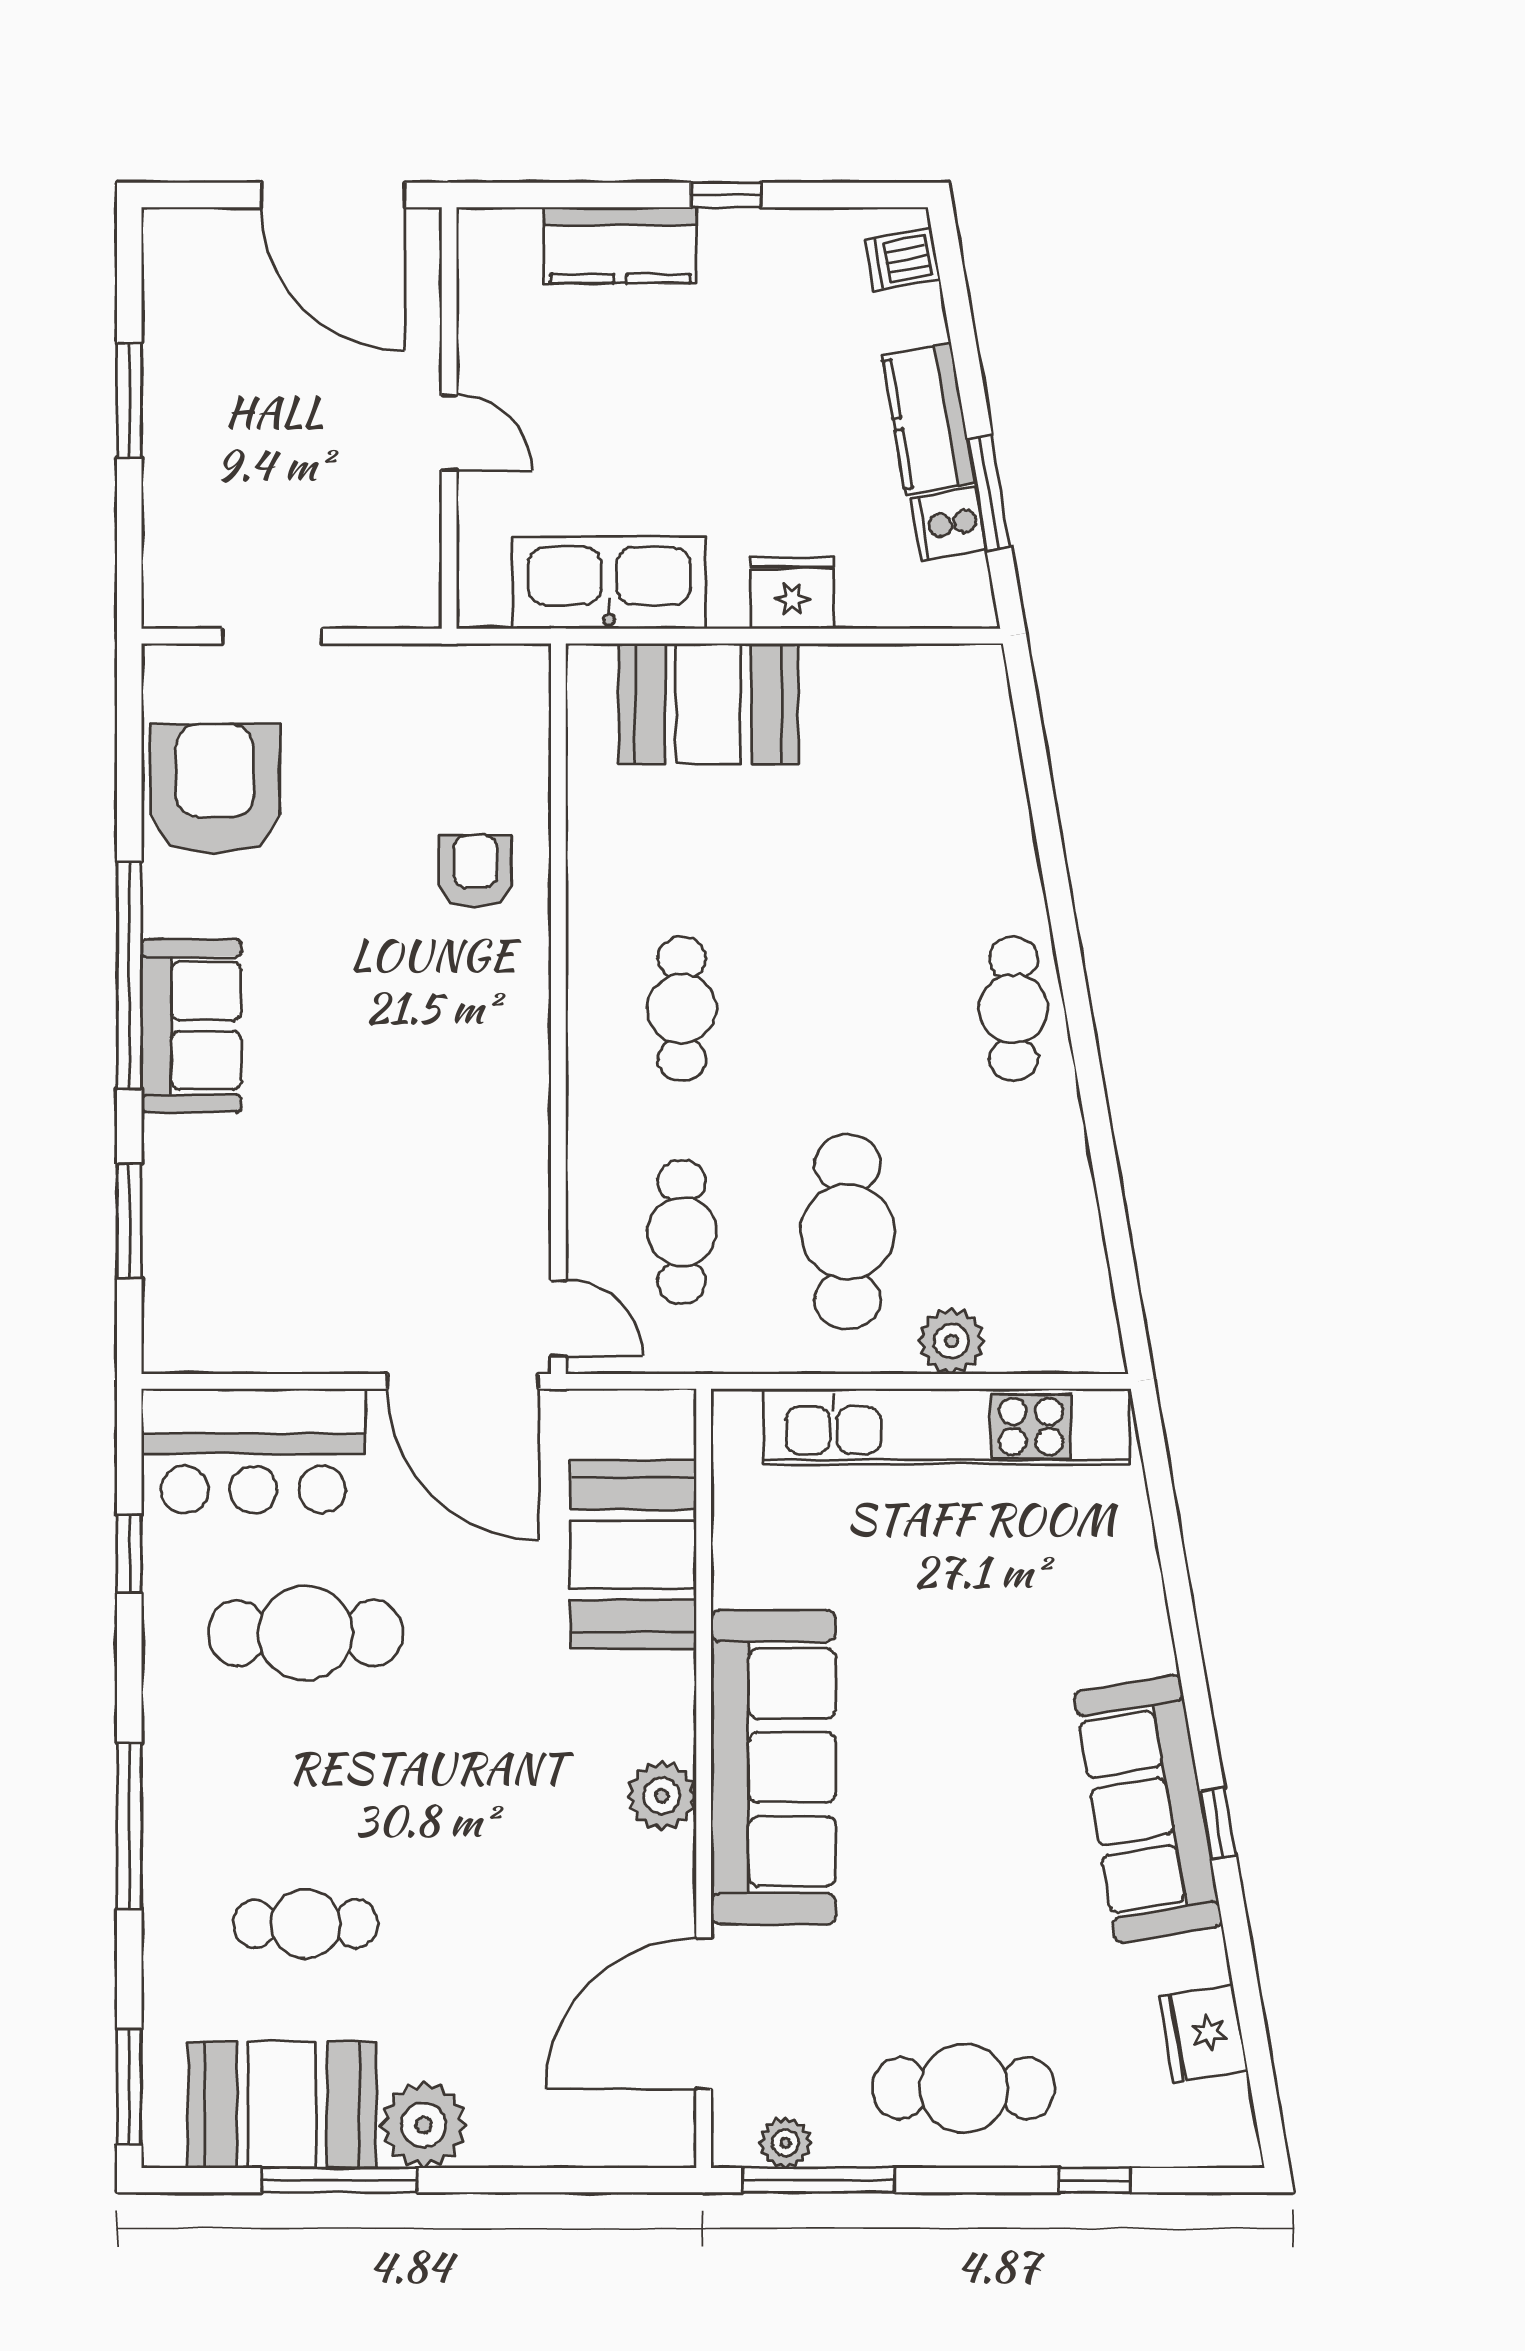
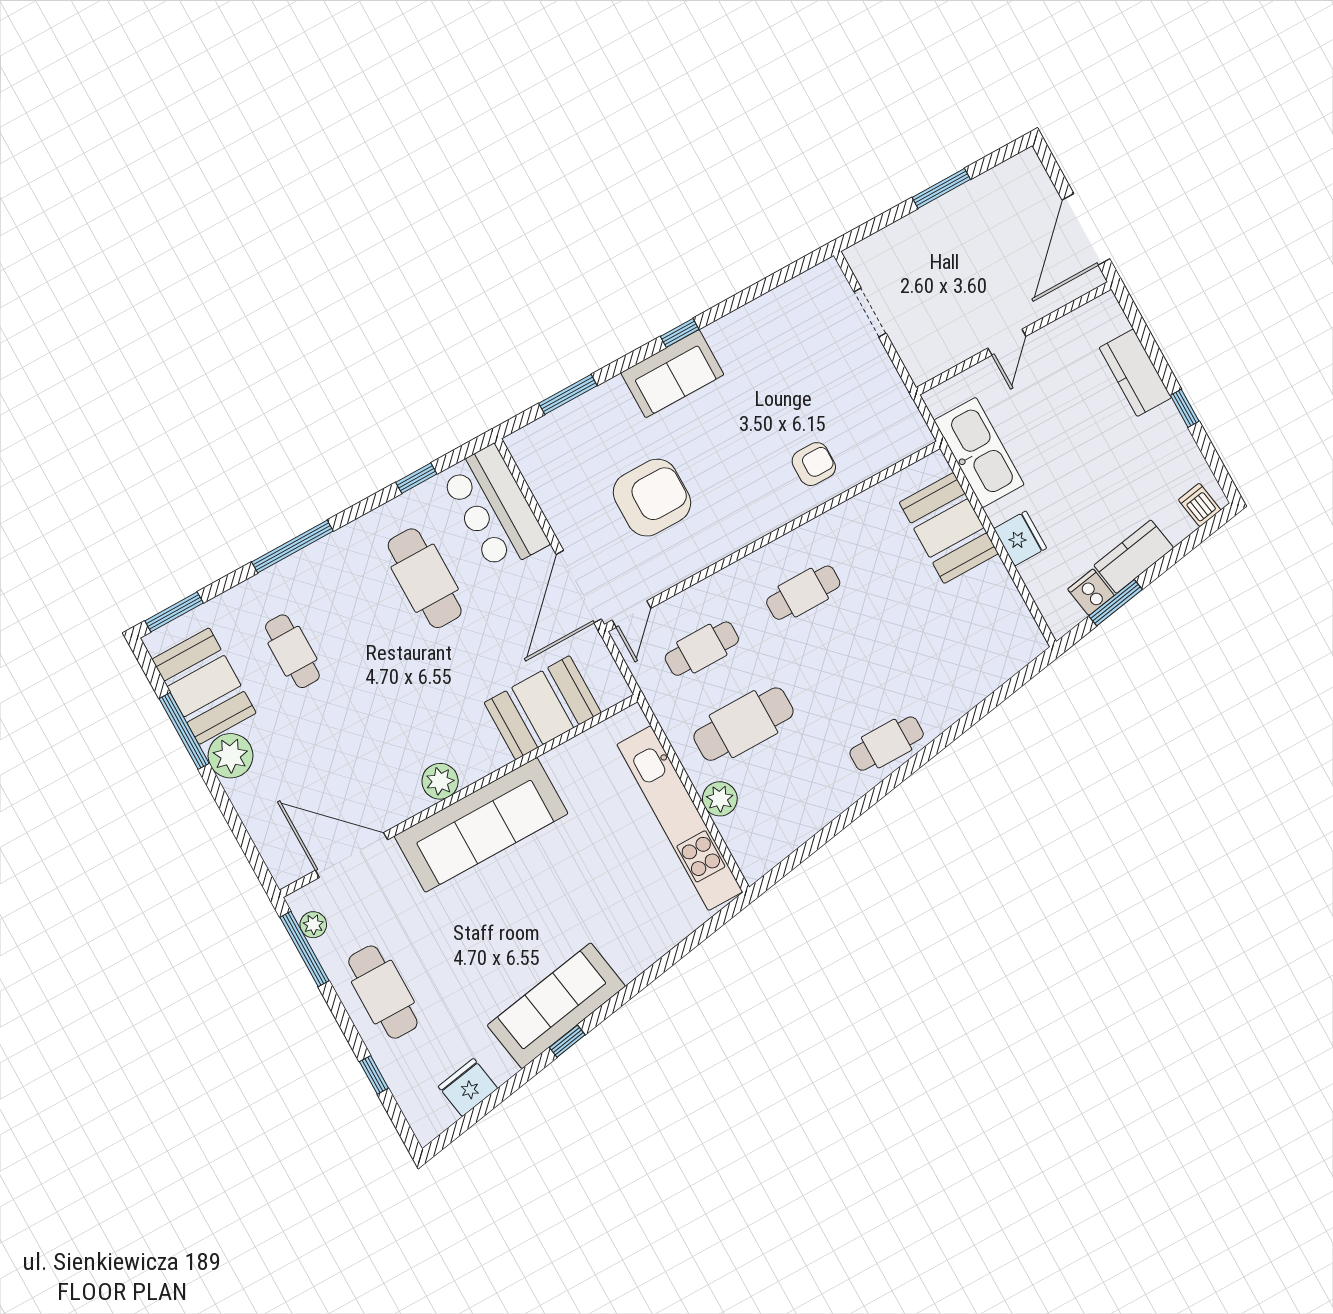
armchair: (215, 789) -> (652, 498), moved
window: (129, 975) -> (680, 333), width x0.32

